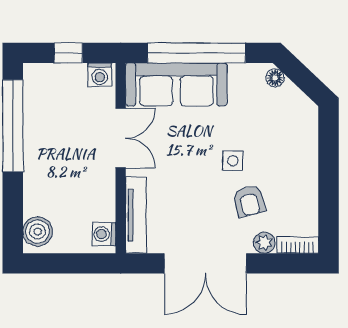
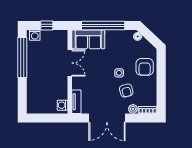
washing machine: (100, 75) -> (35, 35), moved
sofa: (176, 84) -> (88, 39), width x0.73
armchair: (291, 147) -> (145, 67), added
tv unit: (136, 215) -> (76, 102), width x0.71
boiler: (38, 232) -> (33, 104), removed

